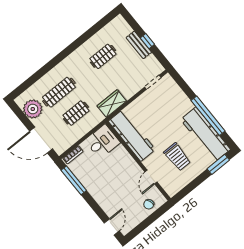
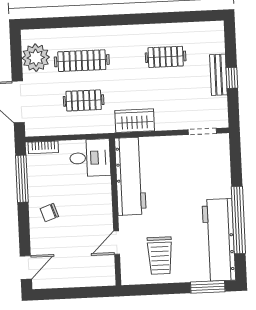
trolley: (177, 157) -> (160, 256), moved
chair: (149, 204) -> (49, 213), moved

